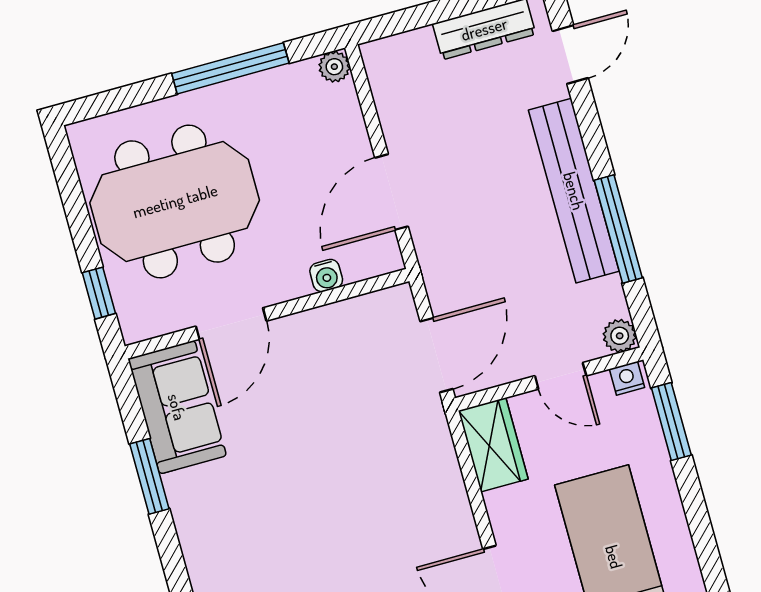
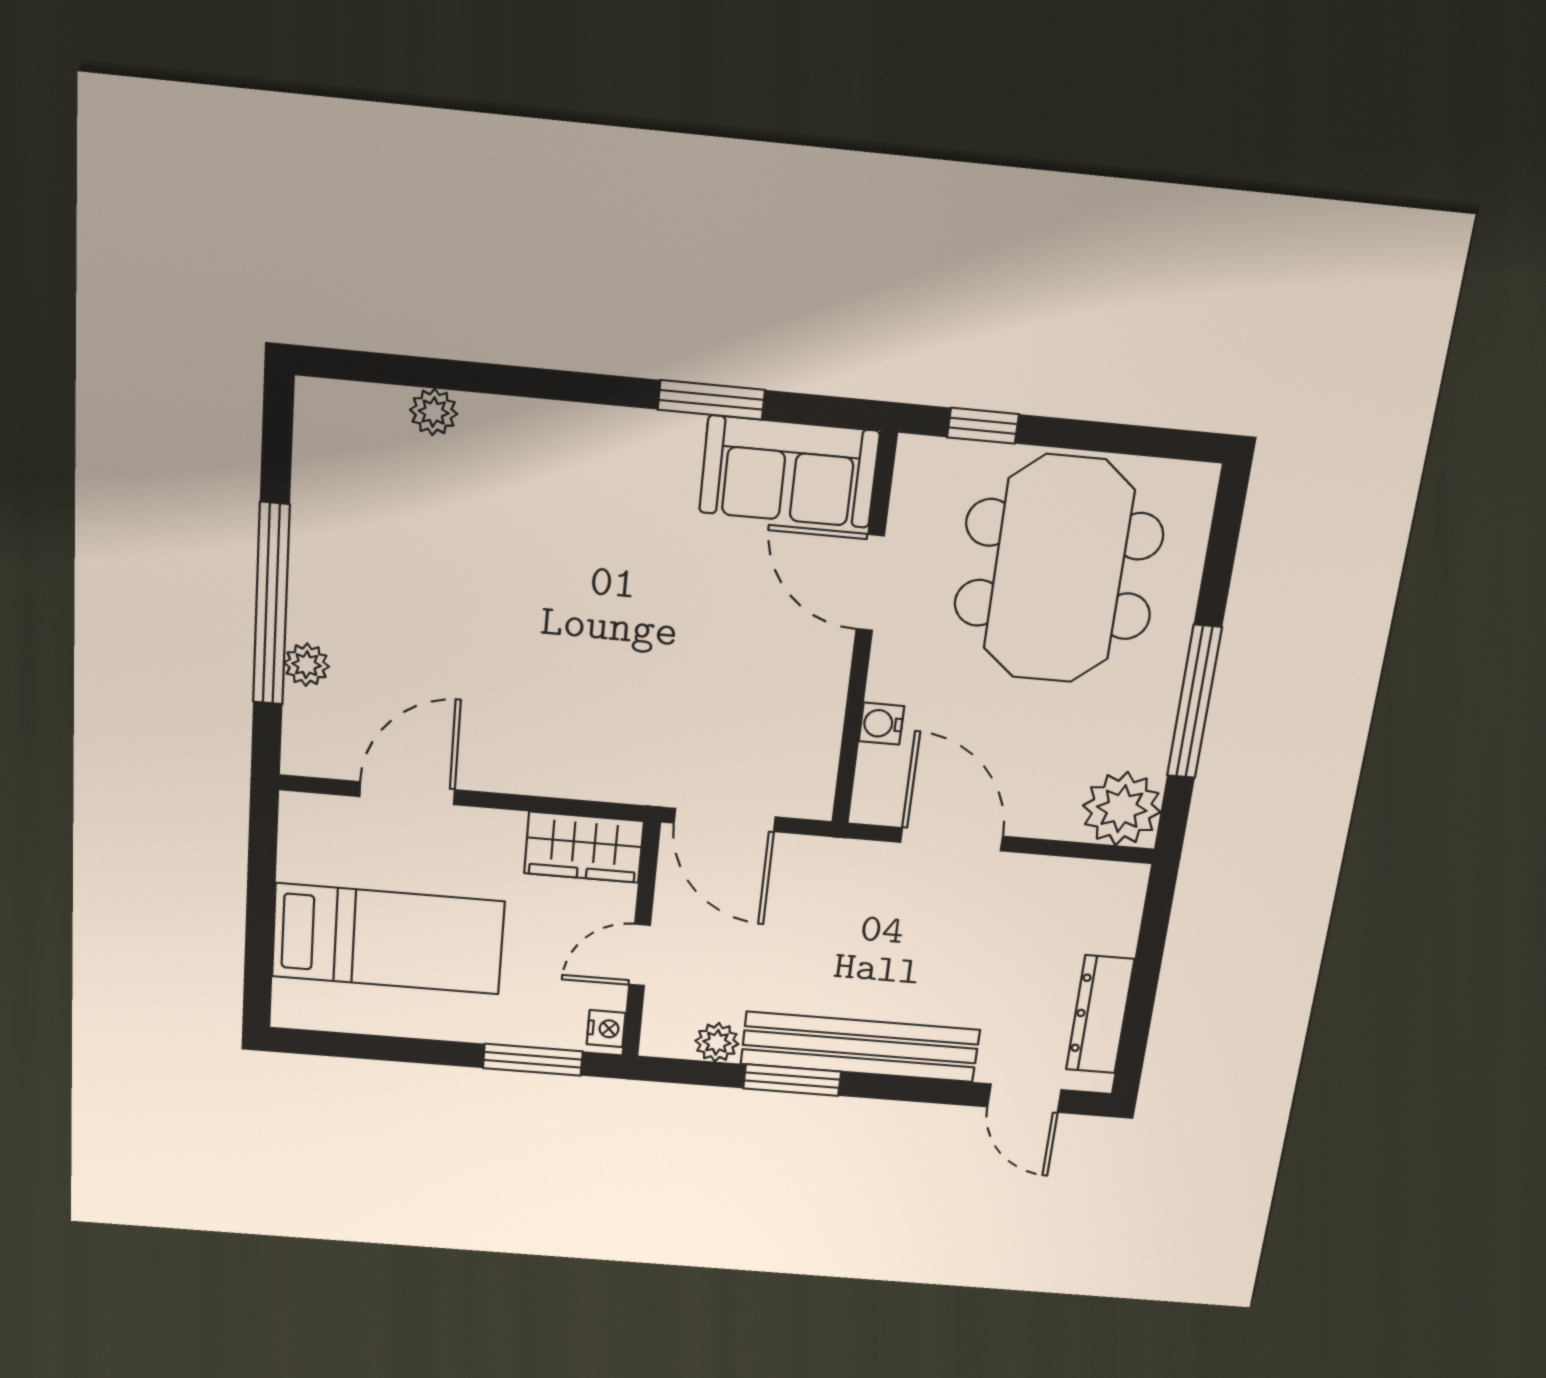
plant: (334, 67) -> (1122, 809), width x1.87, depth x1.87
window: (618, 229) -> (792, 1080), width x0.69
plant: (620, 336) -> (717, 1042), moved

